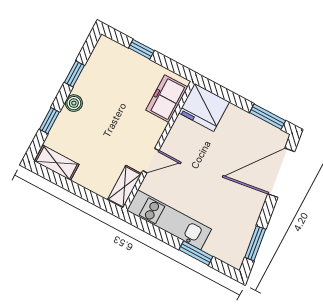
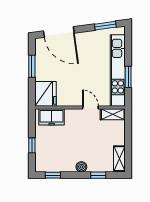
window: (74, 74) -> (53, 175), moved
window: (268, 117) -> (32, 66), moved
kitchen unit: (169, 220) -> (118, 70), width x1.36
window: (196, 253) -> (128, 77), moved

